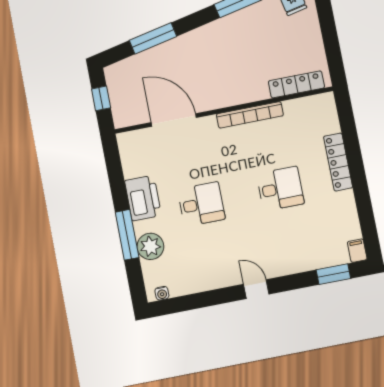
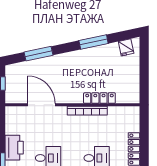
locker: (296, 84) -> (99, 98), moved

